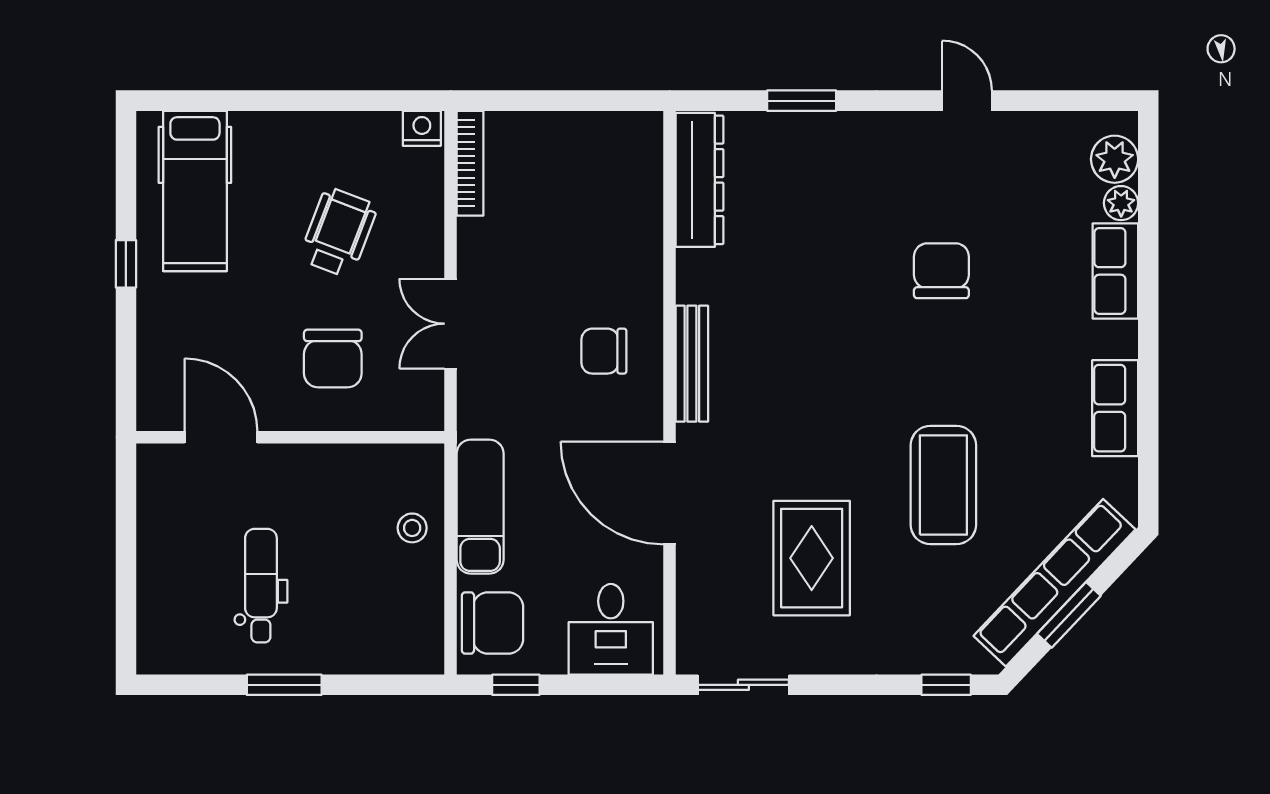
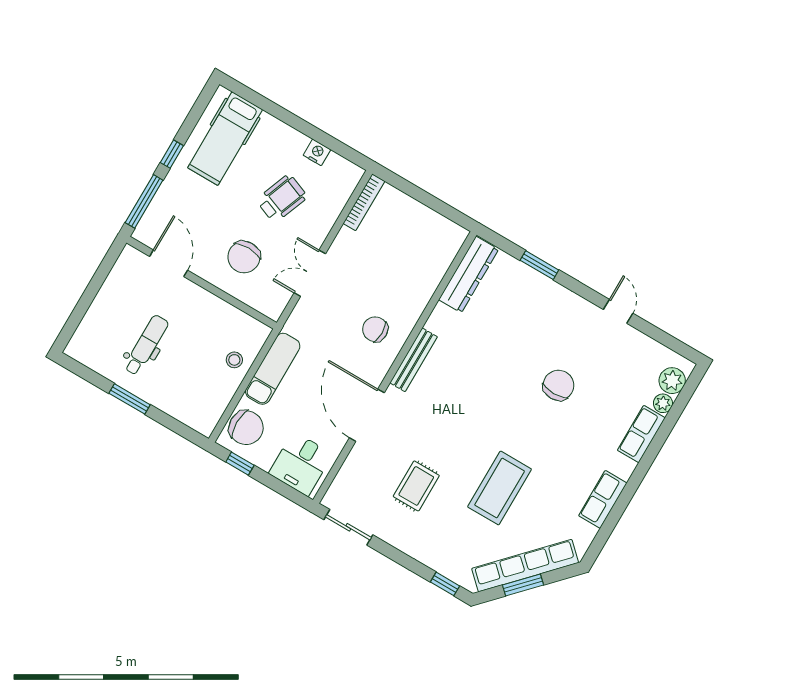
nightstand: (422, 128) -> (317, 152), moved
window: (126, 363) -> (144, 201), added
rug: (812, 558) -> (416, 486), width x0.73, depth x0.70

